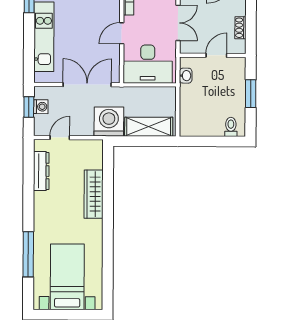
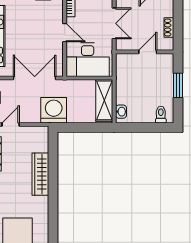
door: (122, 33) -> (65, 33), swing flipped
washbasin: (186, 76) -> (121, 112), moved
shelving: (149, 127) -> (104, 100), moved, turned 90

